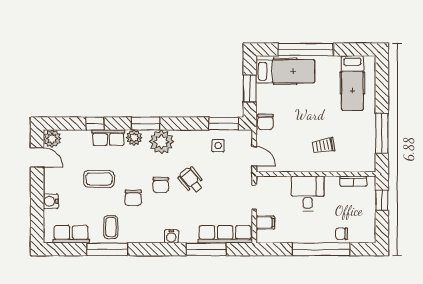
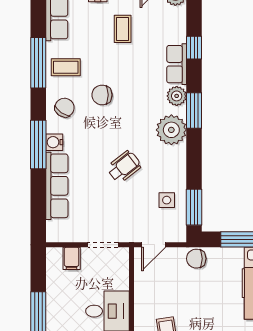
coffee table: (99, 179) -> (123, 29), moved, width x0.73, depth x0.77
chair: (161, 185) -> (65, 108), moved, turned 124
row of seats: (225, 234) -> (57, 186), moved
window: (206, 249) -> (38, 144), moved

